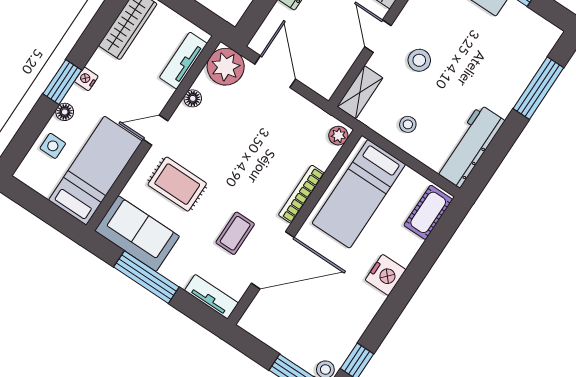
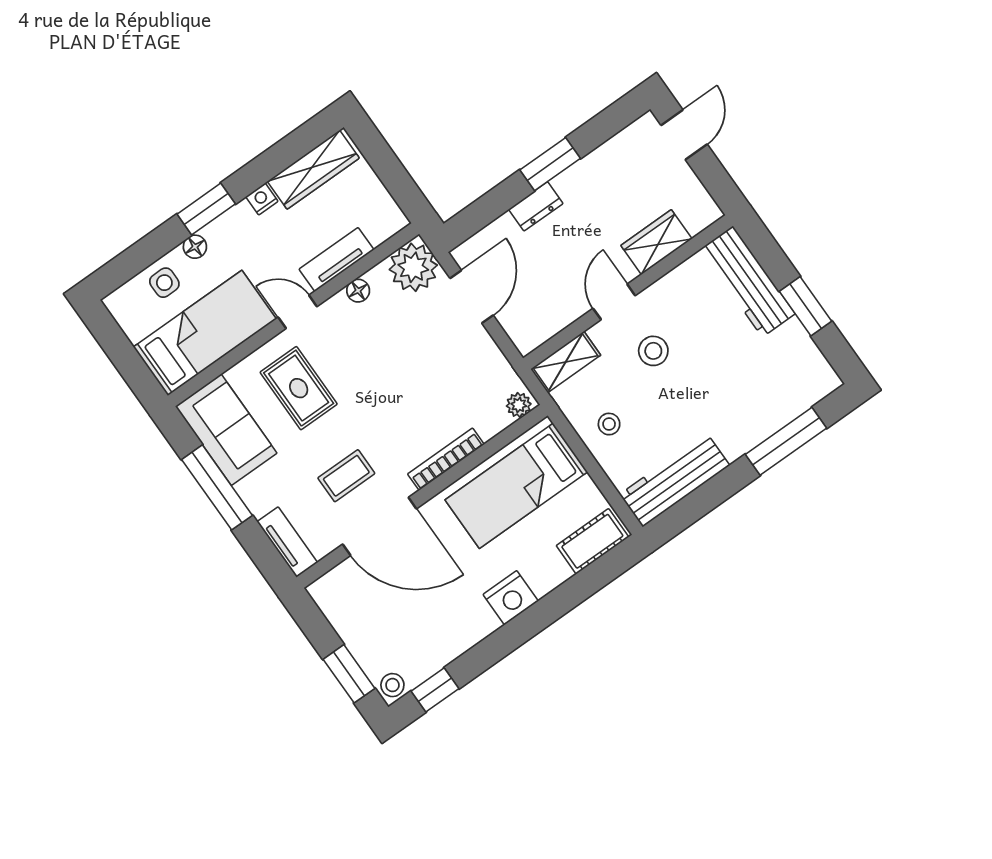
tv unit: (183, 61) -> (336, 259), moved
nightstand: (86, 79) -> (262, 199), moved

